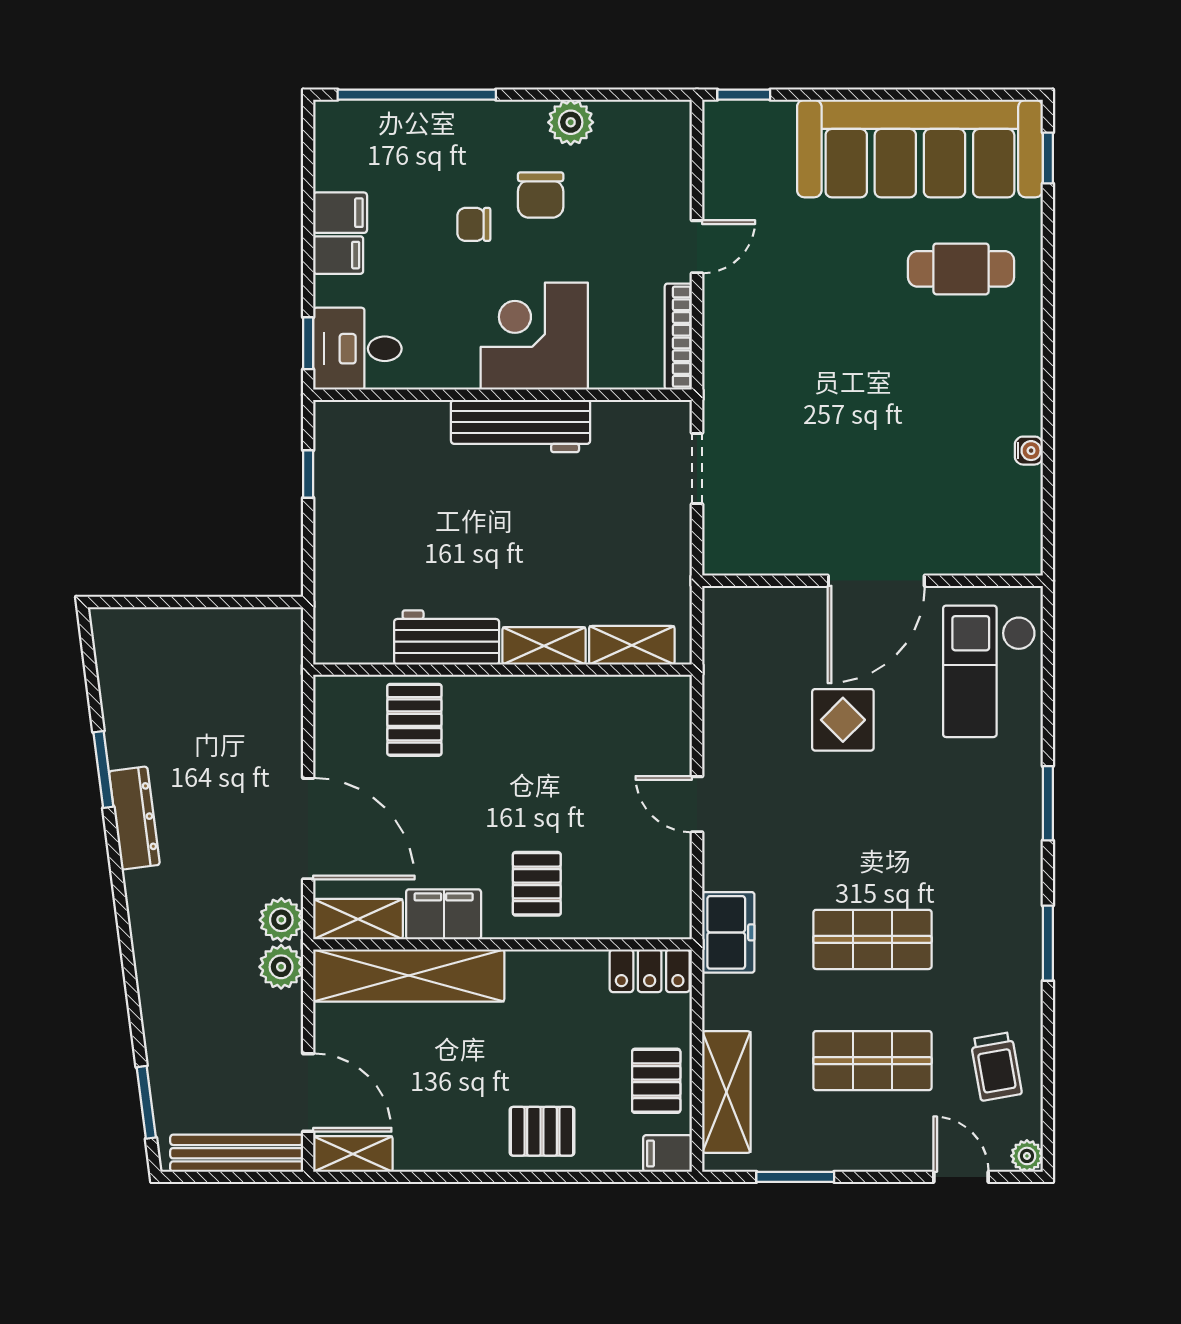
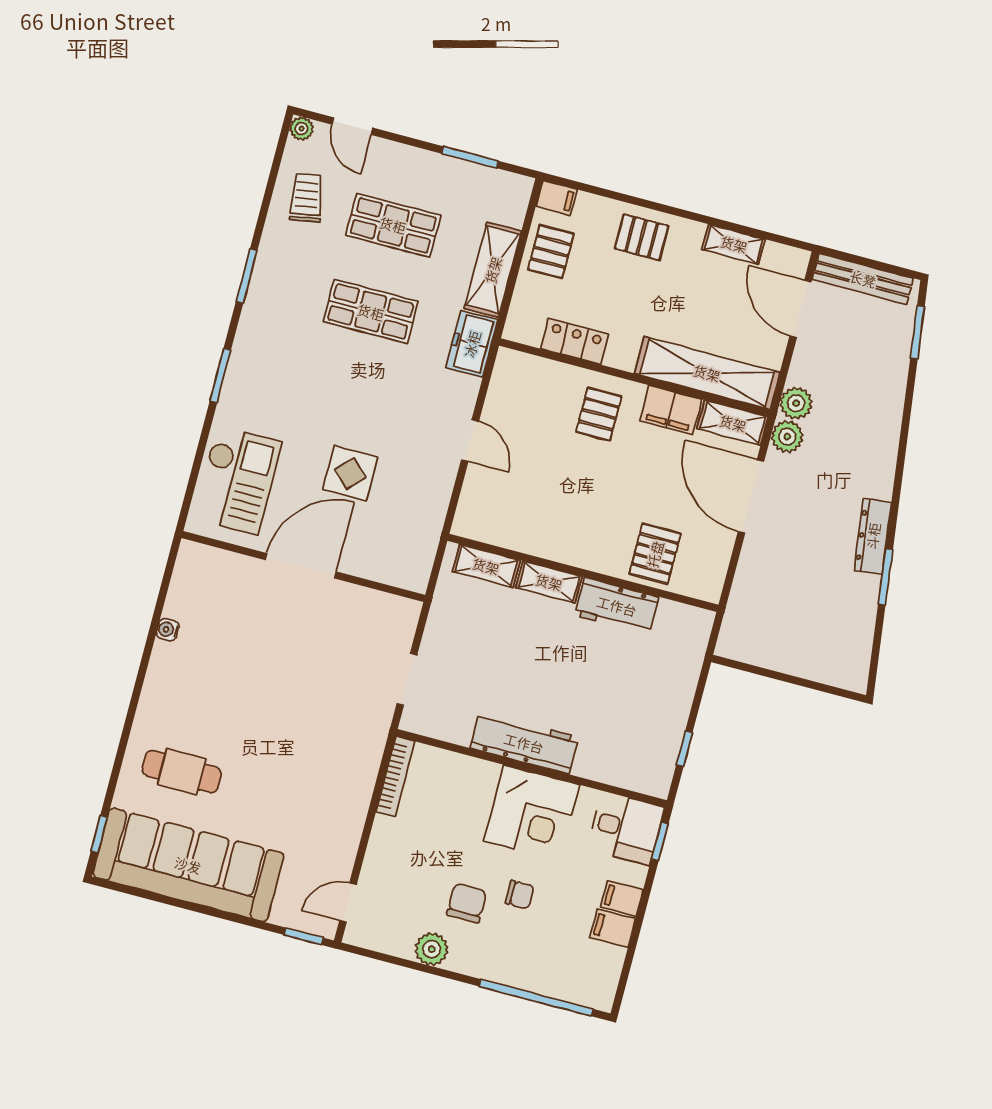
door: (697, 247) -> (348, 903), moved
corner desk: (534, 336) -> (532, 813), moved
locker: (650, 971) -> (575, 342), moved
shelving: (726, 1092) -> (493, 270), moved
shelving: (353, 1154) -> (734, 244), moved

